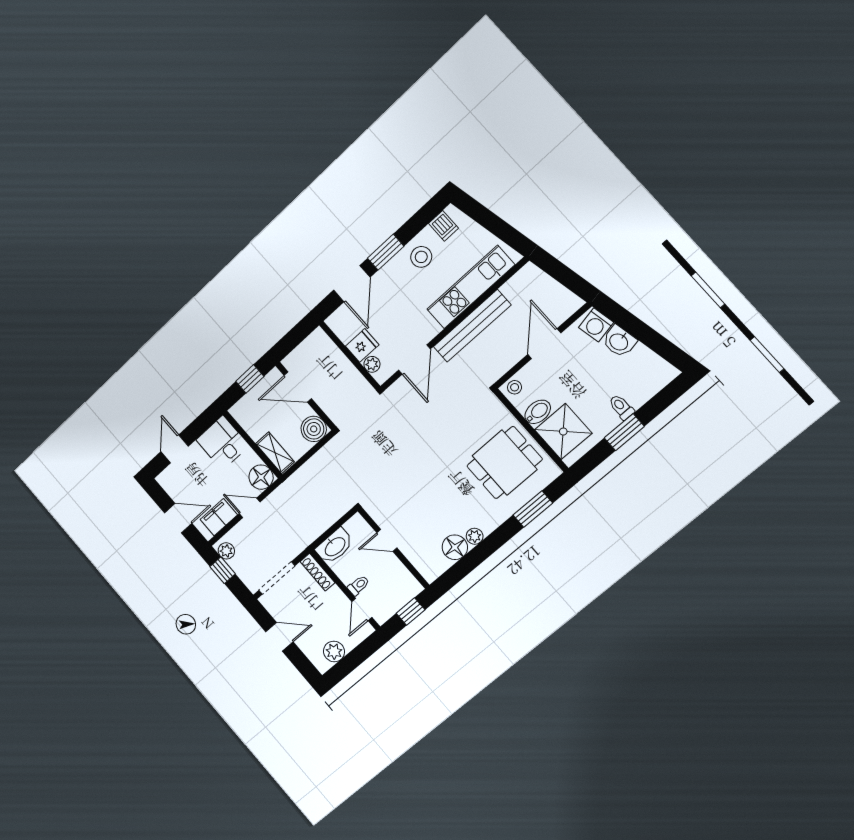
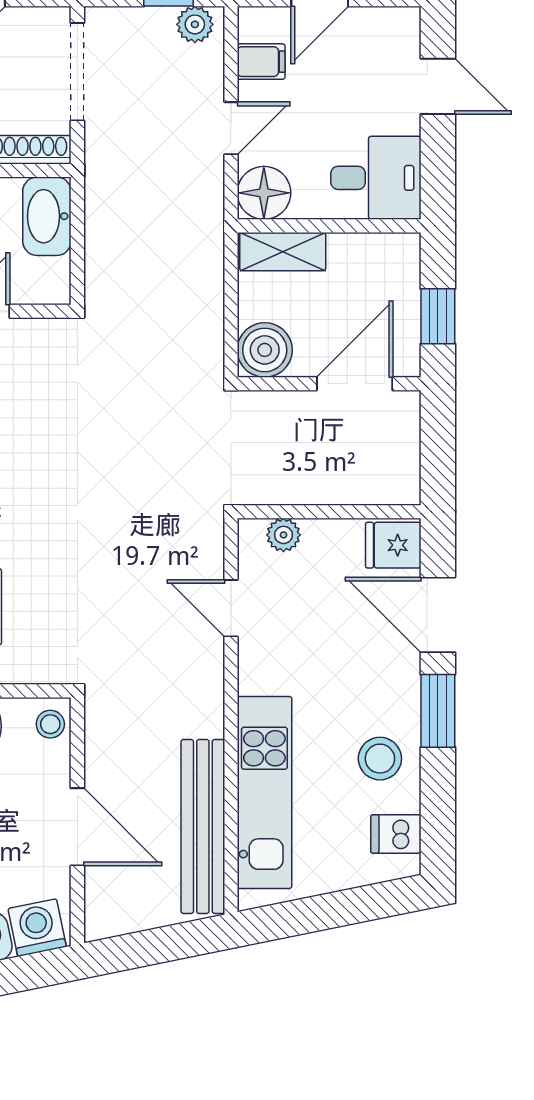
bench: (472, 326) -> (203, 826), moved
fridge: (362, 345) -> (393, 545), moved, turned 90
door: (414, 360) -> (231, 608), width x0.73
filing cabinet: (219, 517) -> (261, 62), width x0.50

